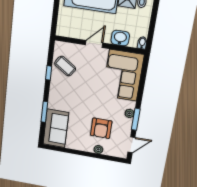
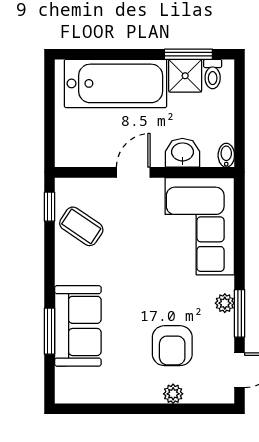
window: (49, 73) -> (49, 207), moved
sofa: (56, 128) -> (78, 326), moved

